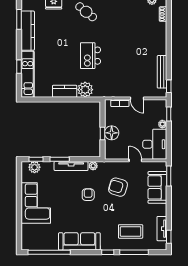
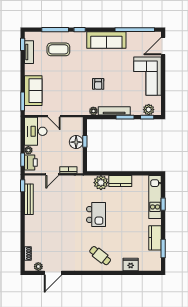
kitchen counter: (28, 31) -> (155, 238), width x0.67
door: (137, 98) -> (52, 174), swing flipped
printer: (160, 111) -> (31, 162), added
armchair: (118, 187) -> (70, 91), removed
door: (19, 235) -> (163, 46), added

